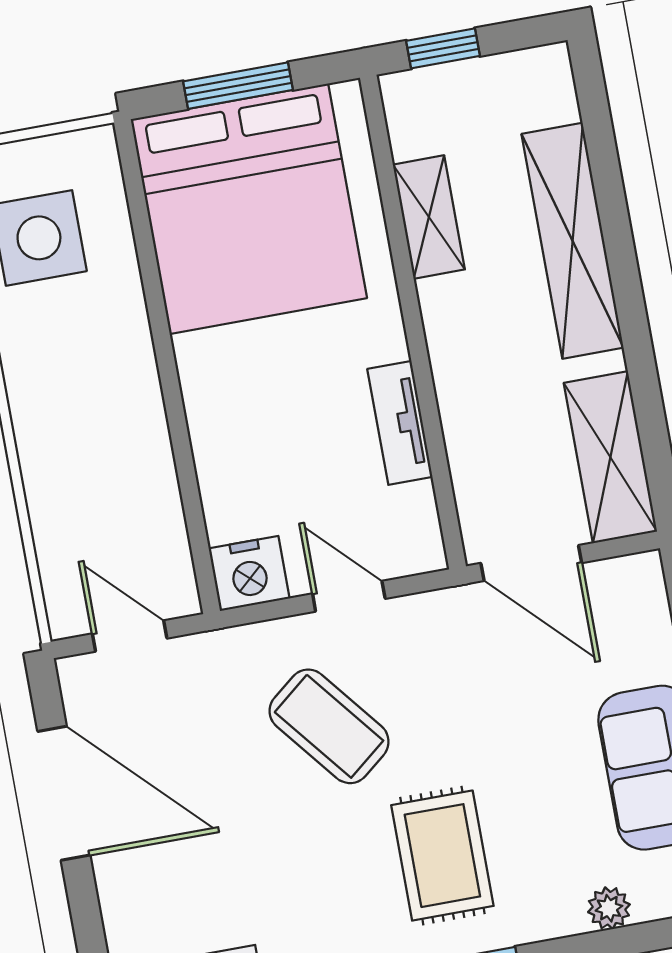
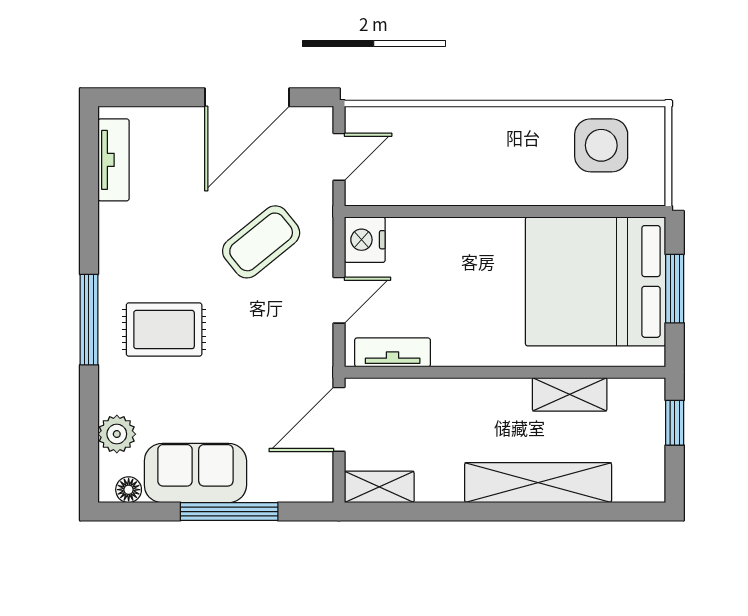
tv unit: (400, 423) -> (393, 352), moved
shelving: (610, 457) -> (379, 487), width x0.67, depth x0.75
coffee table: (329, 726) -> (261, 242), moved
plant: (609, 908) -> (117, 434), width x1.38, depth x1.38

